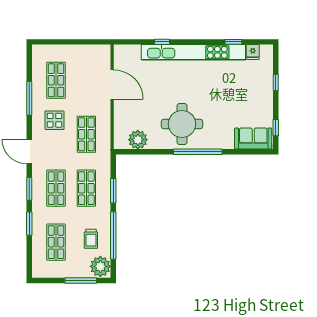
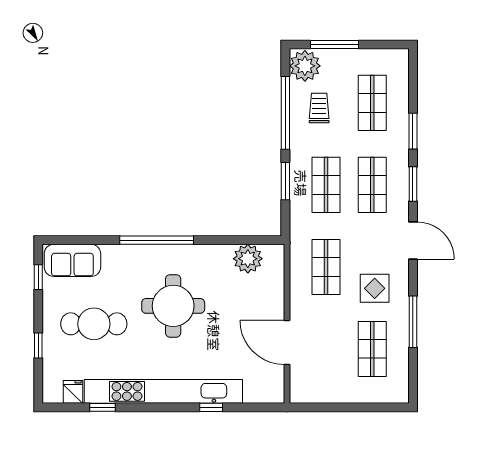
cafe table: (239, 97) -> (94, 324), added
round table: (182, 124) -> (173, 306), moved

